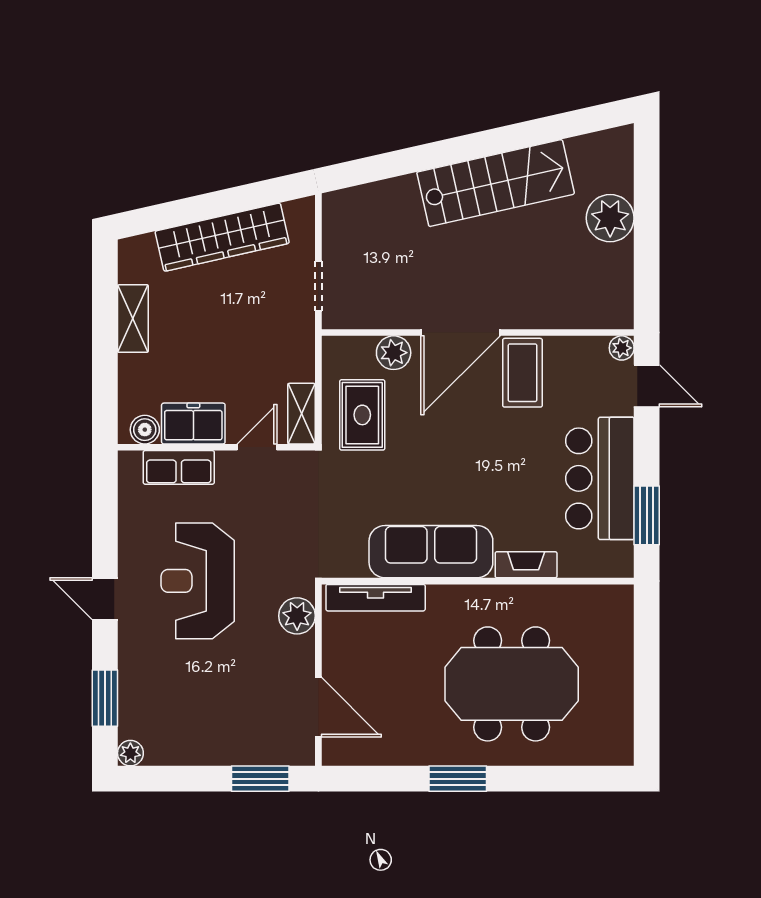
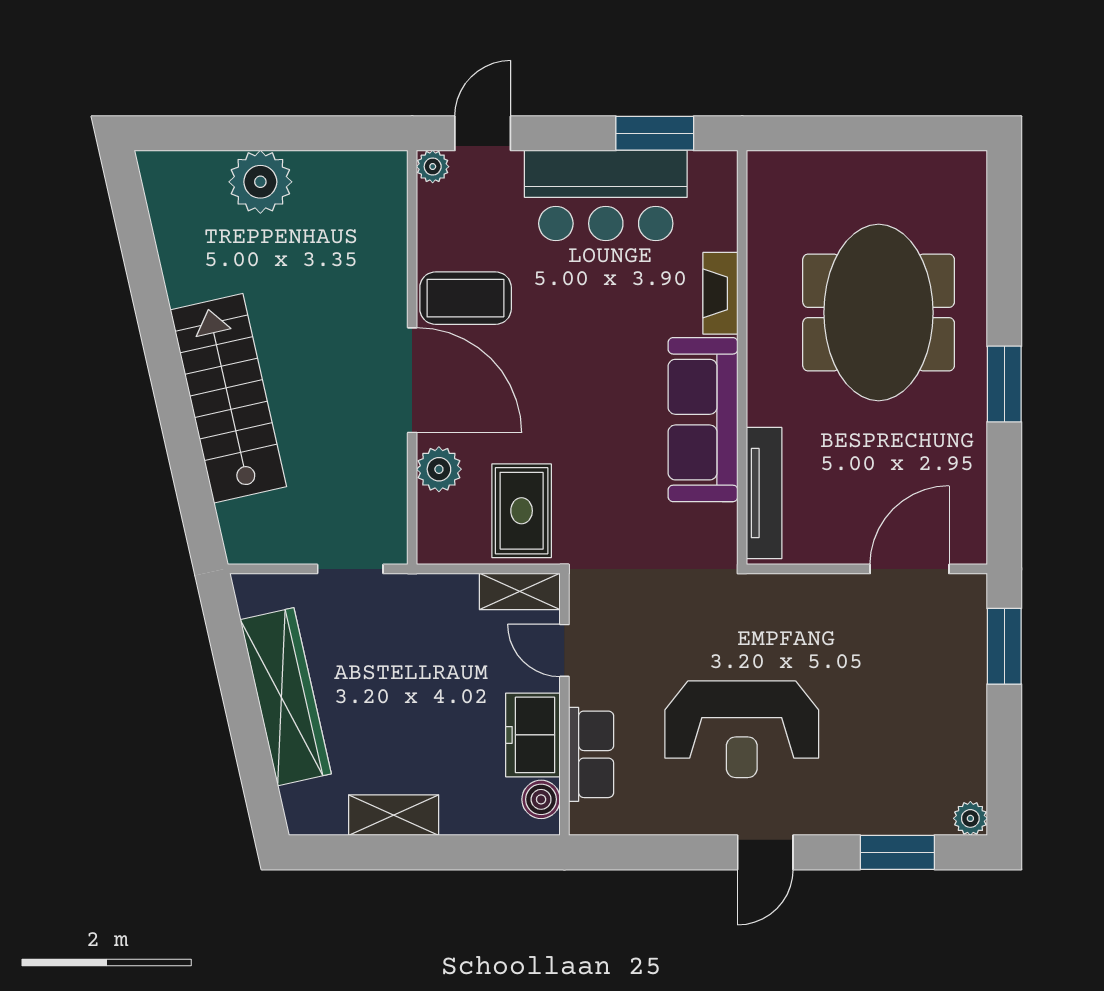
stairs: (496, 183) -> (228, 398), moved
rug: (362, 415) -> (522, 511), turned 90
plant: (297, 616) -> (788, 597), removed

